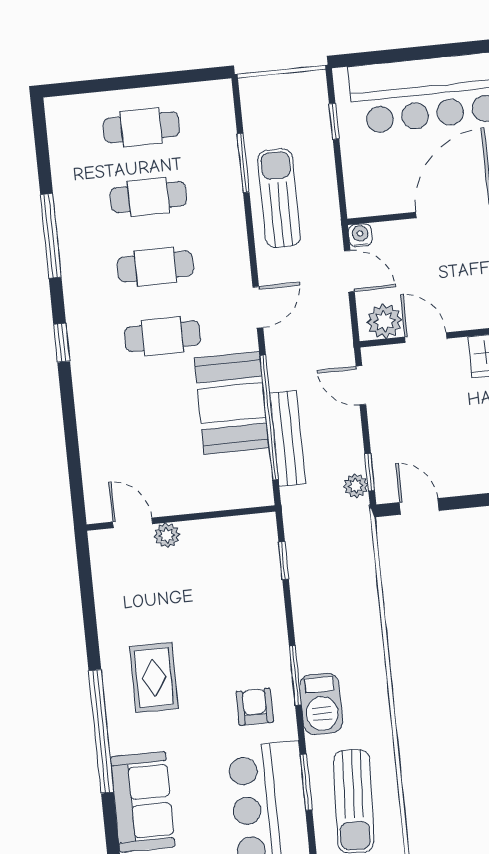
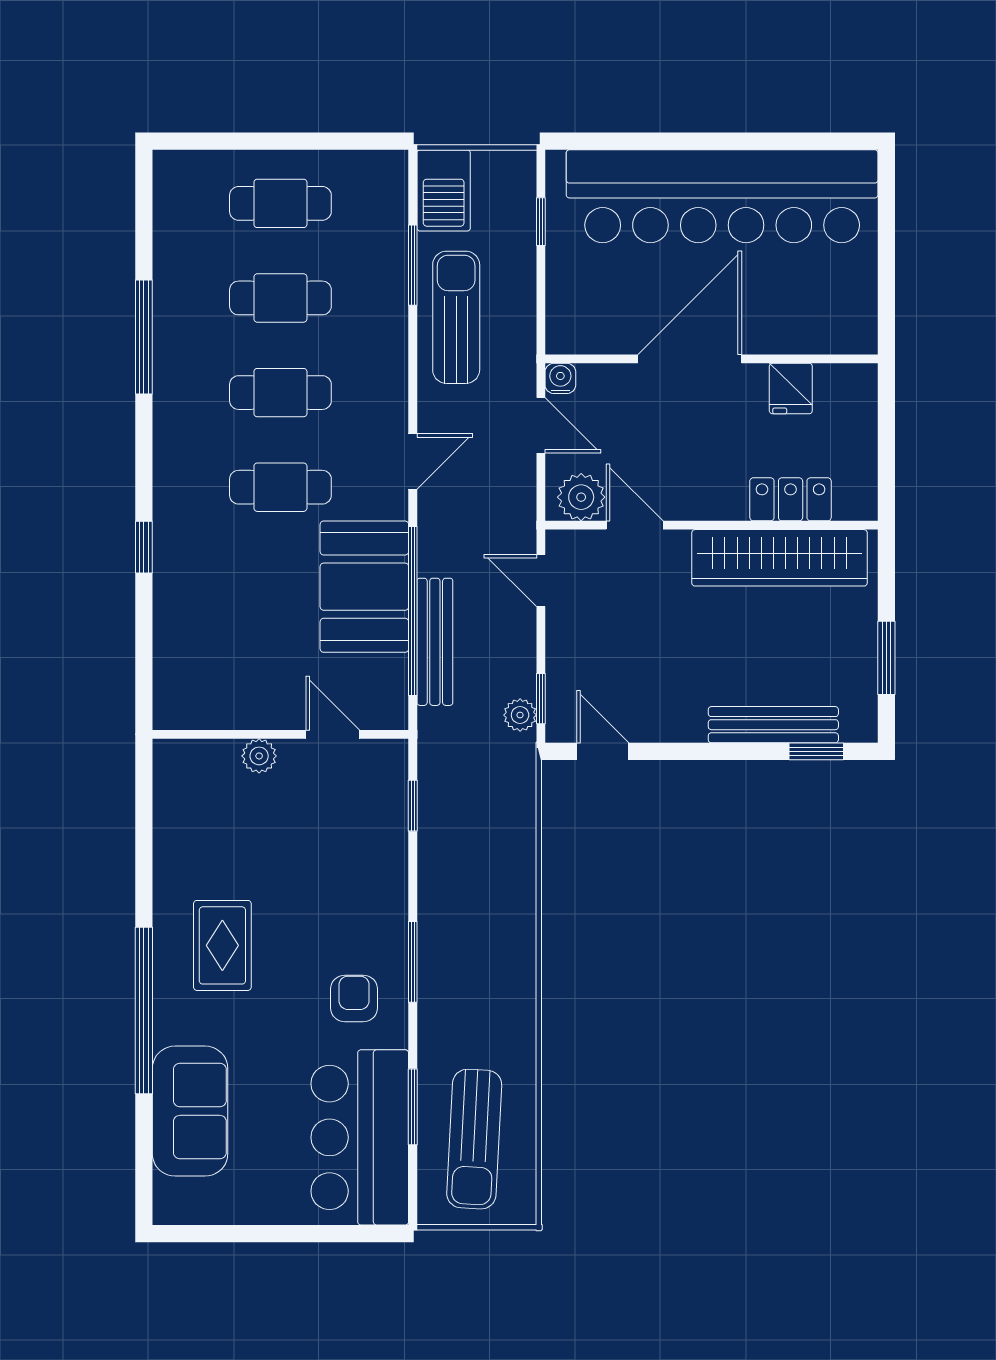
window: (62, 343) -> (144, 547), moved
door: (133, 523) -> (333, 734), moved
barbecue: (321, 704) -> (444, 190), moved

